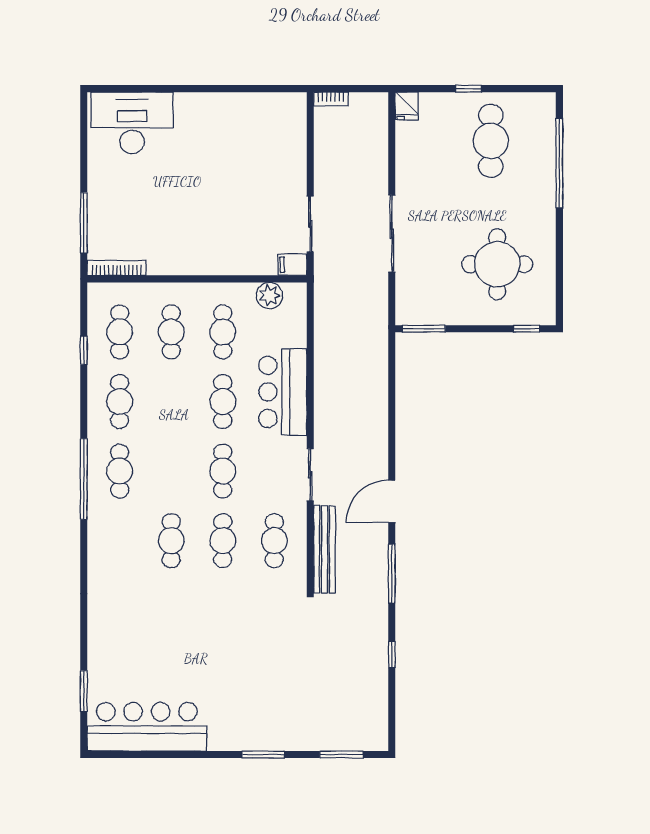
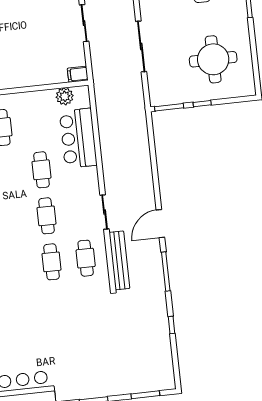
sliding door: (310, 224) -> (84, 23), moved
window: (526, 329) -> (202, 104), moved
cafe table: (223, 332) -> (36, 124), removed
bar counter: (283, 392) -> (78, 138), moved
cafe table: (171, 541) -> (17, 266), removed

